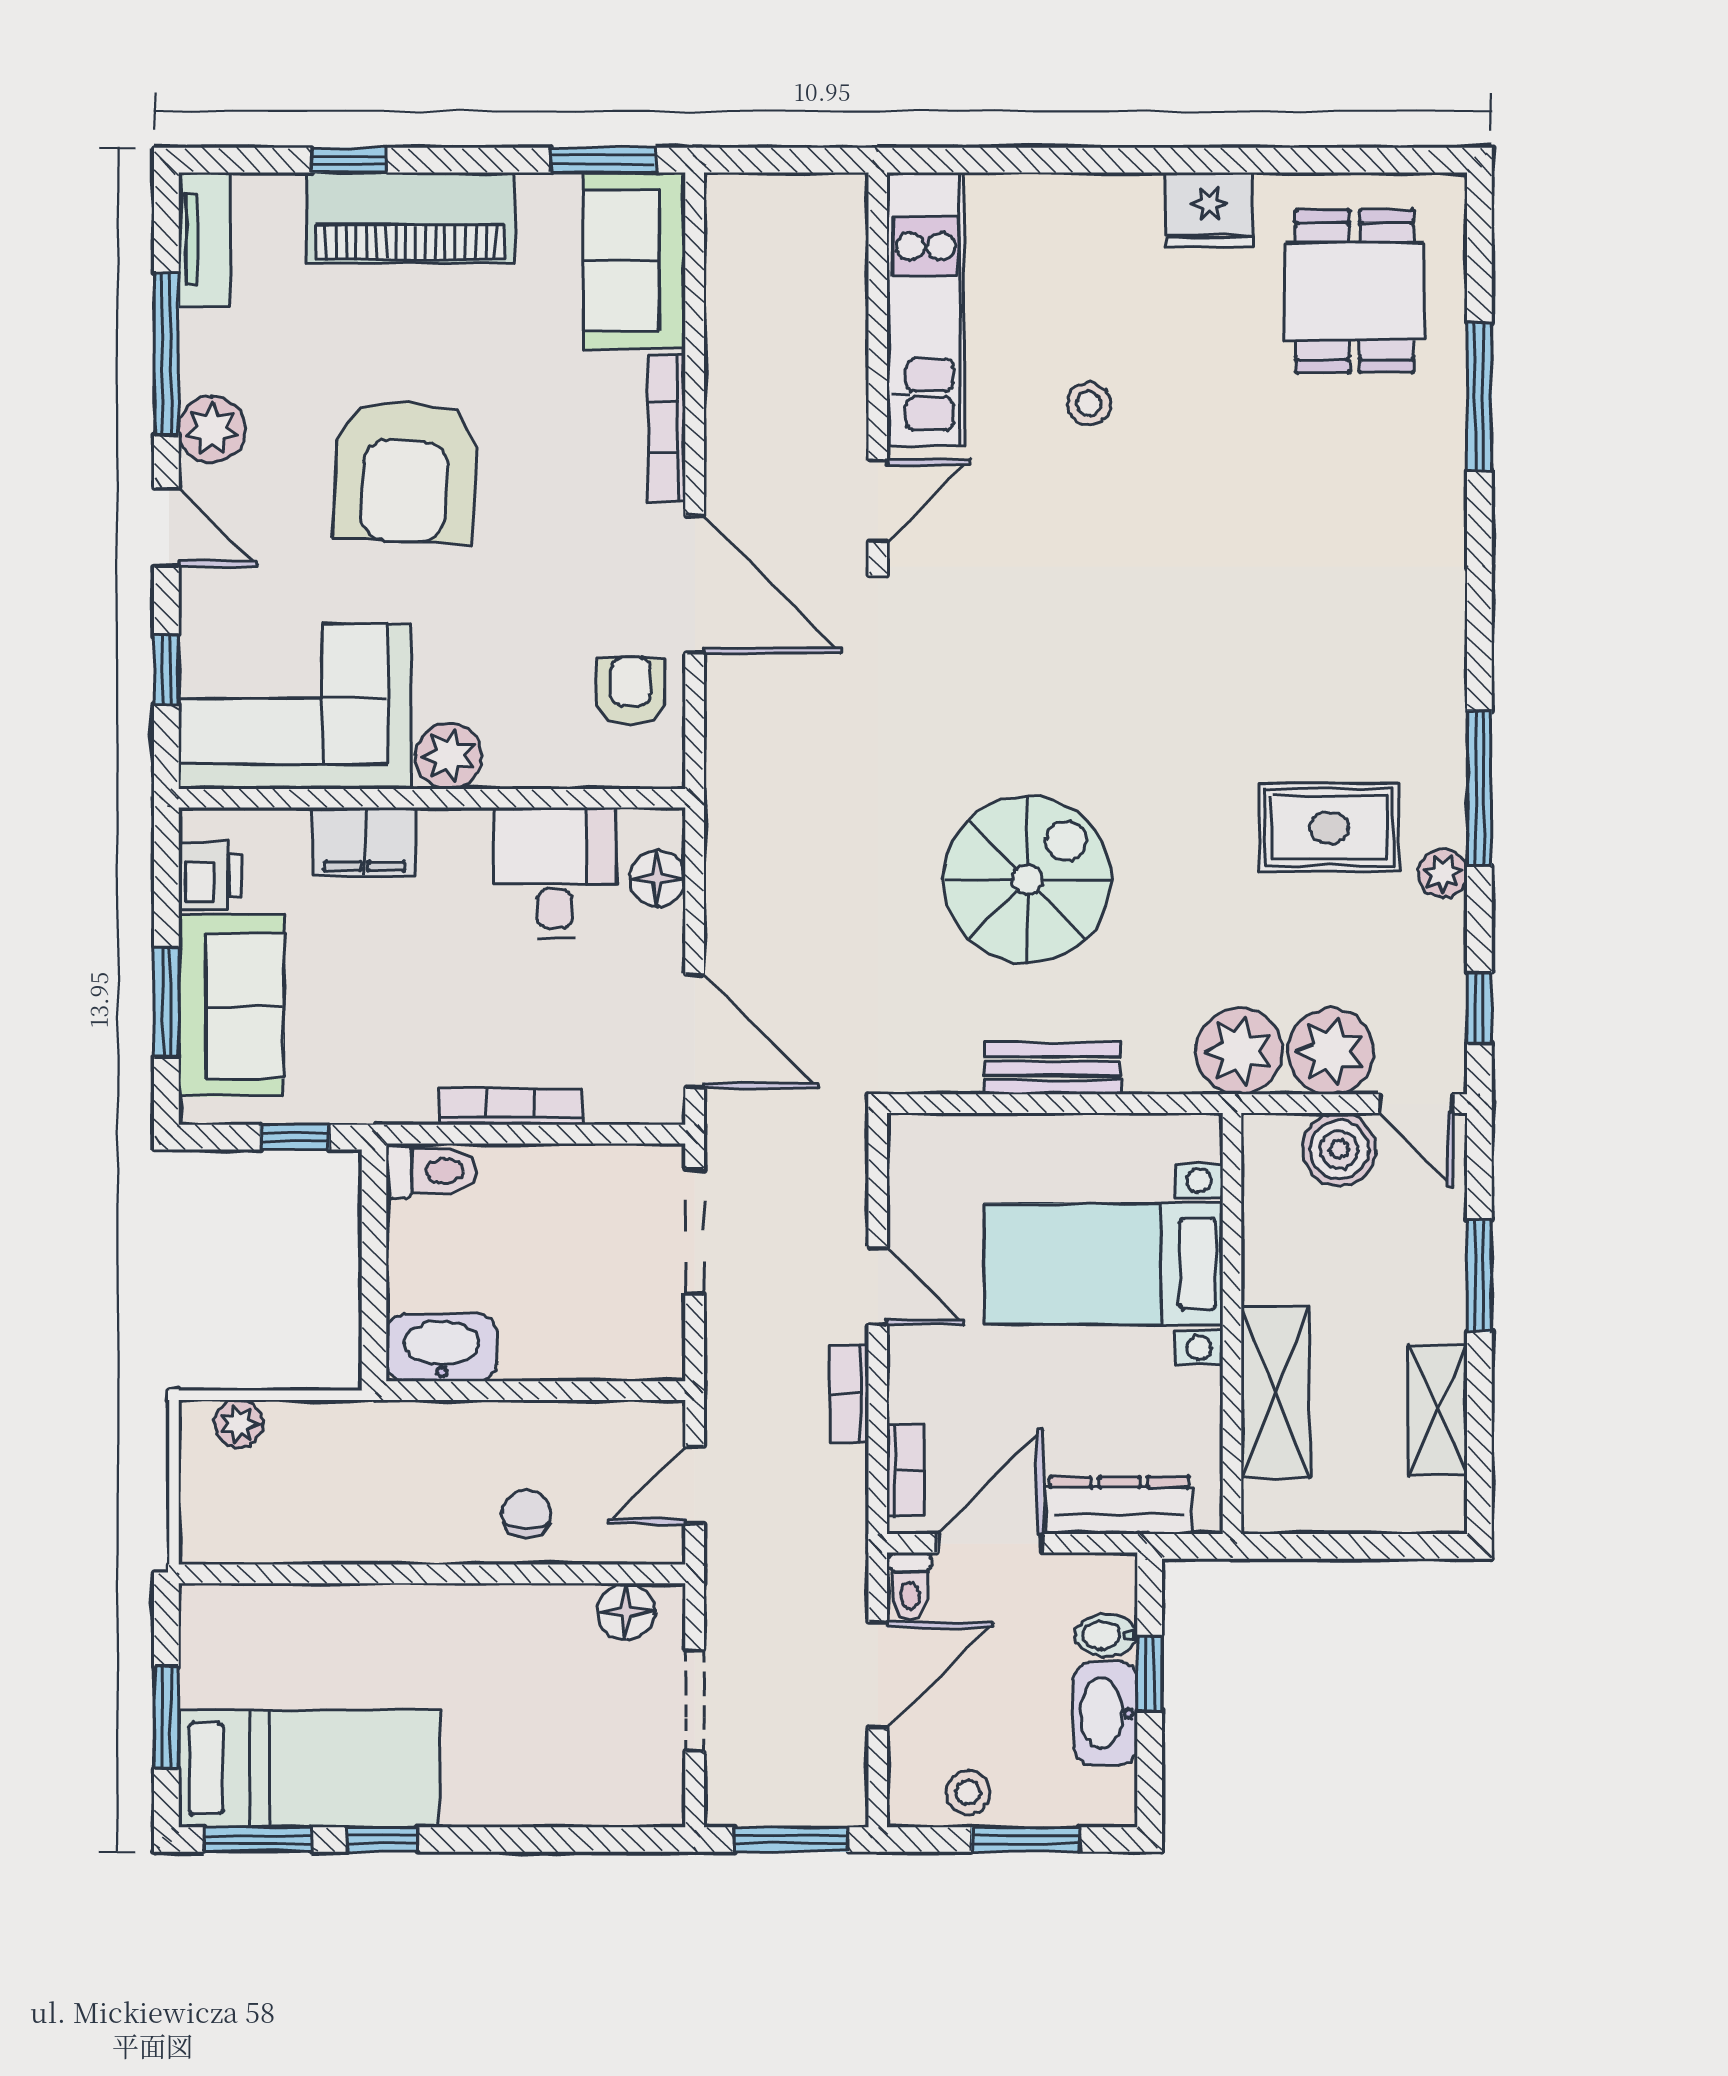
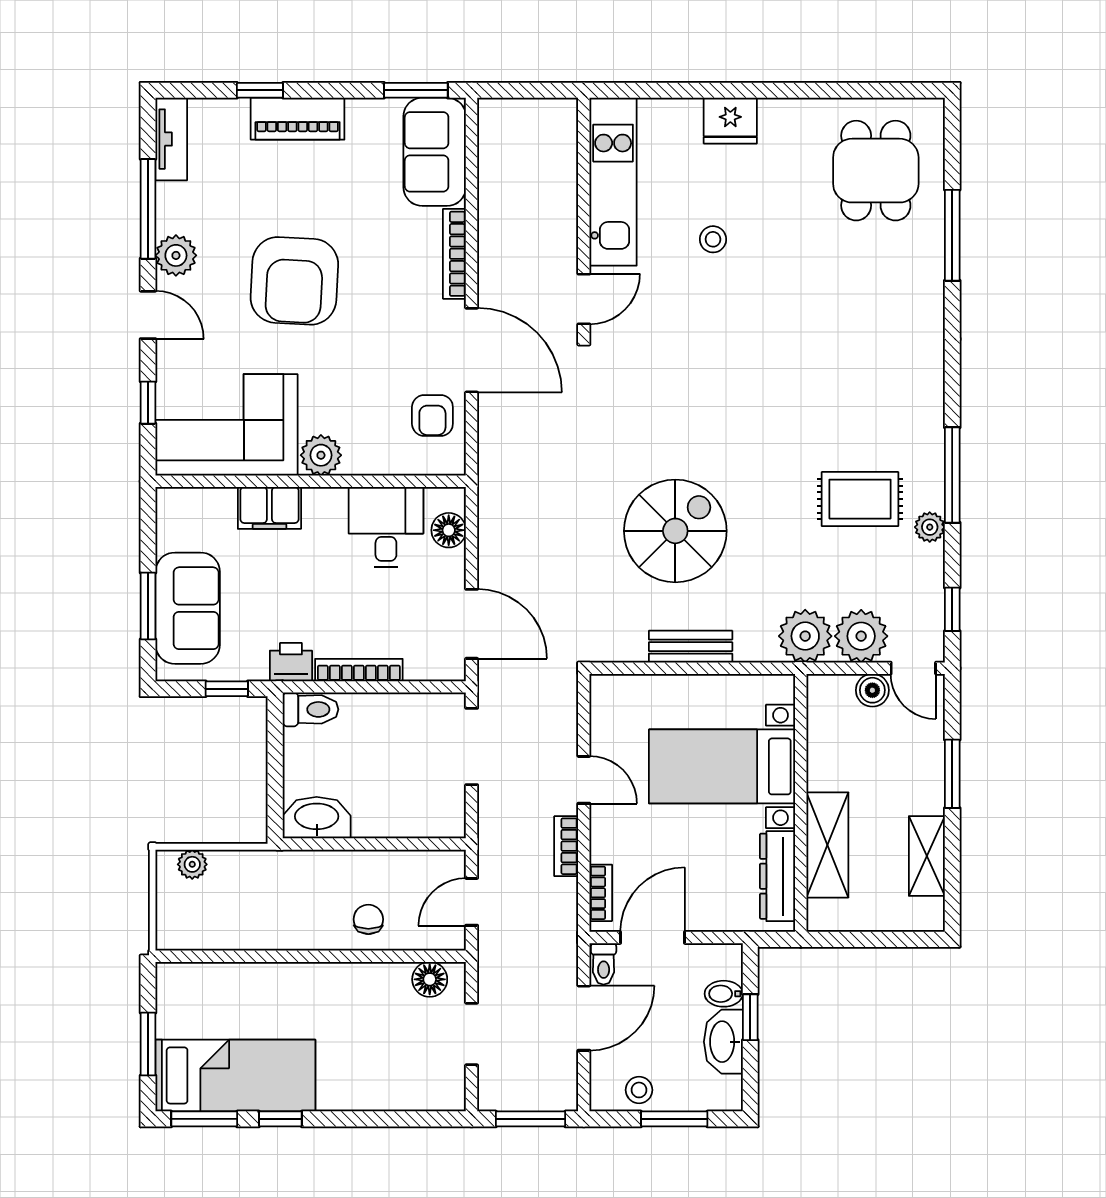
fridge: (1209, 210) -> (730, 121), moved
piano: (411, 218) -> (298, 119), width x0.73, depth x0.75
armchair: (631, 691) -> (432, 415), turned 180
printer: (210, 875) -> (291, 662), moved, turned -90
boiler: (1339, 1149) -> (872, 690), width x0.73, depth x0.73
dresser: (1119, 1505) -> (778, 876), moved, turned -90

